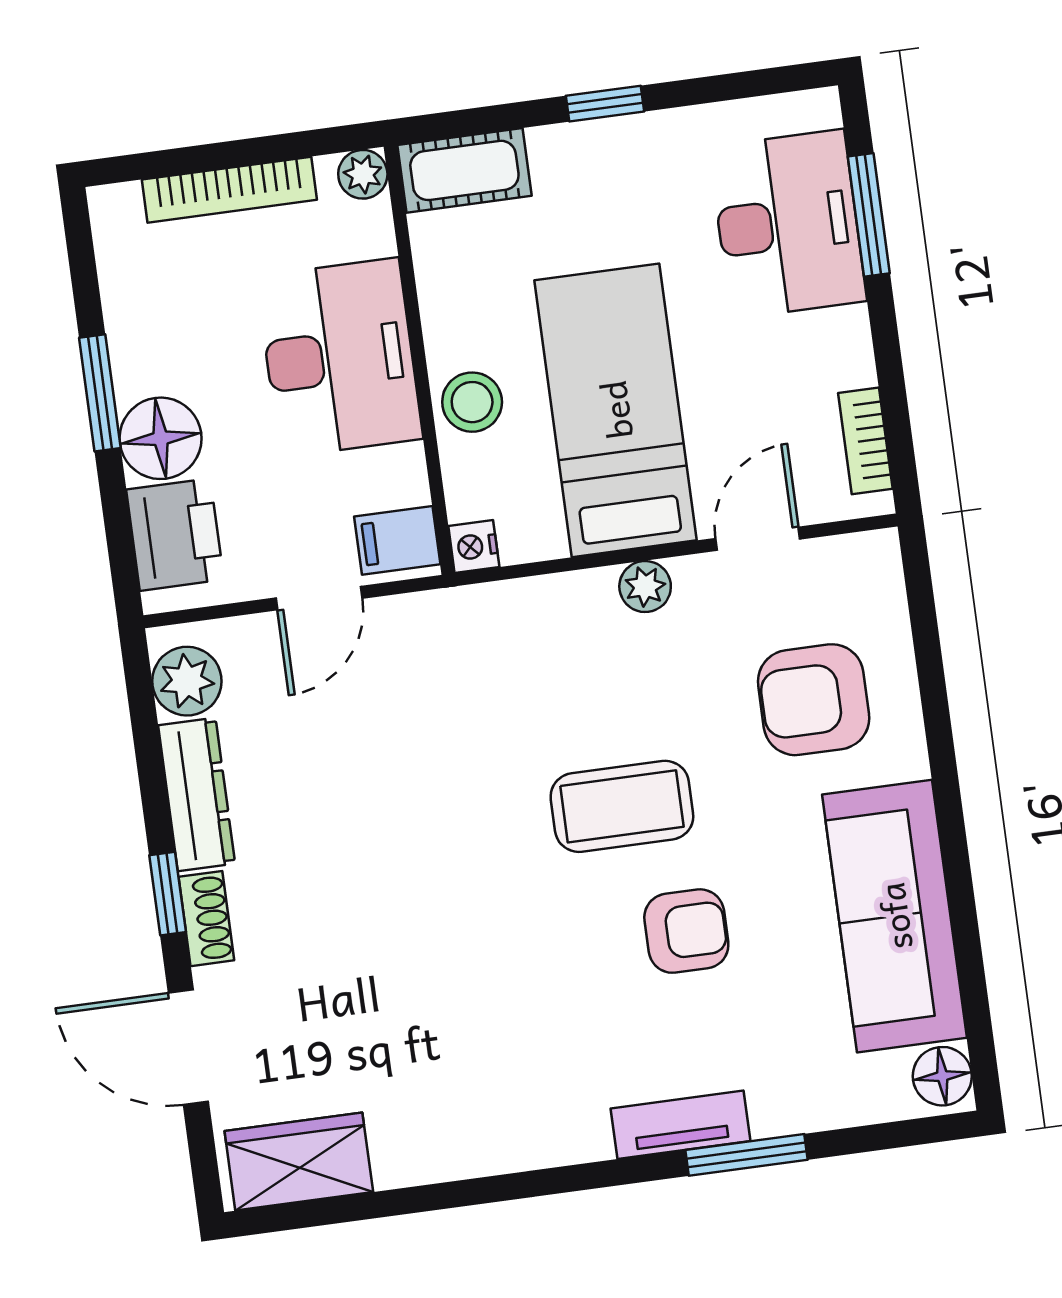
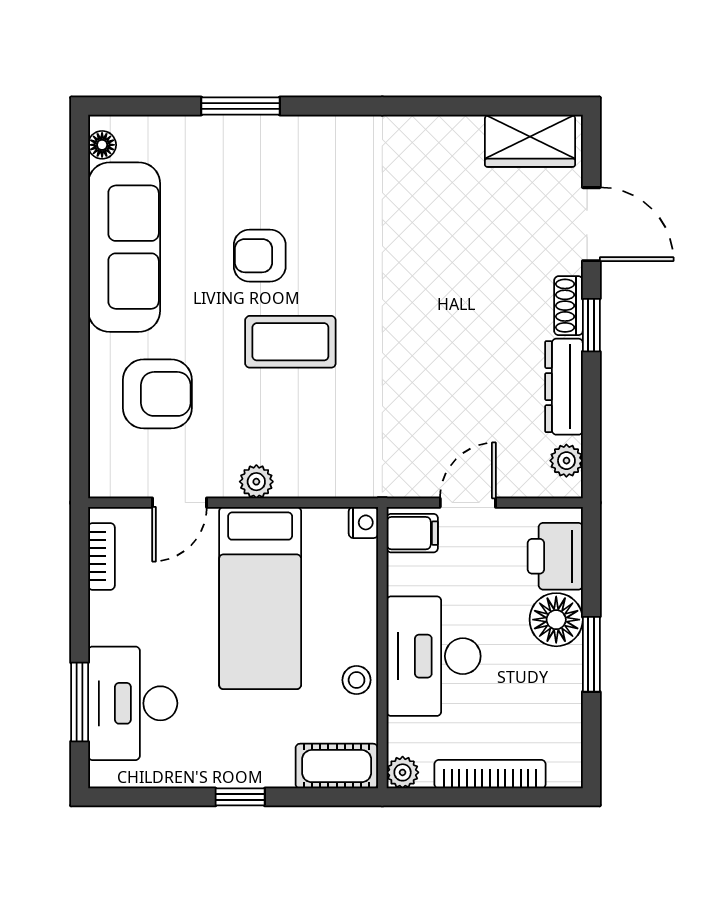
stool: (472, 402) -> (357, 680), moved, width x0.73, depth x0.73
plant: (187, 681) -> (566, 461), width x0.73, depth x0.73
floor lamp: (942, 1076) -> (102, 145), width x0.73, depth x0.73
tv unit: (681, 1125) -> (280, 131), removed

